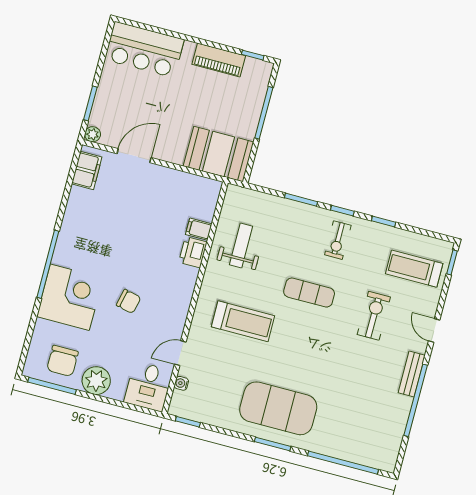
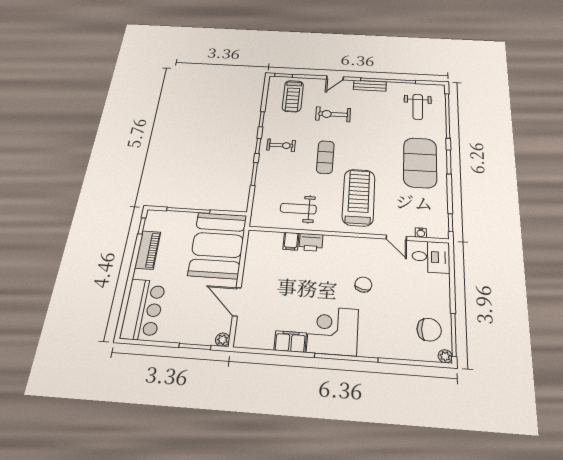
booth: (218, 154) -> (218, 245), width x1.36, depth x1.42
filing cabinet: (87, 170) -> (290, 342), moved
corner desk: (70, 297) -> (333, 331), moved
treadmill: (243, 321) -> (359, 197), width x1.37, depth x1.37
plant: (96, 381) -> (445, 356), moved, width x0.53, depth x0.53
weight bench: (365, 428) -> (418, 107), added

